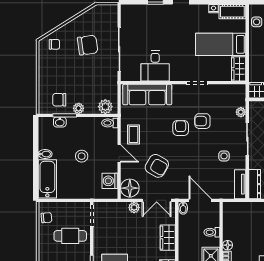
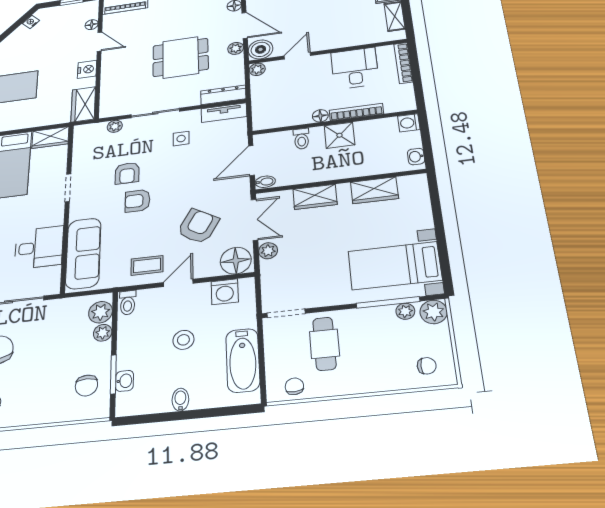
plant: (79, 108) -> (103, 333), moved
bathtub: (47, 179) -> (243, 360), moved, turned -90

